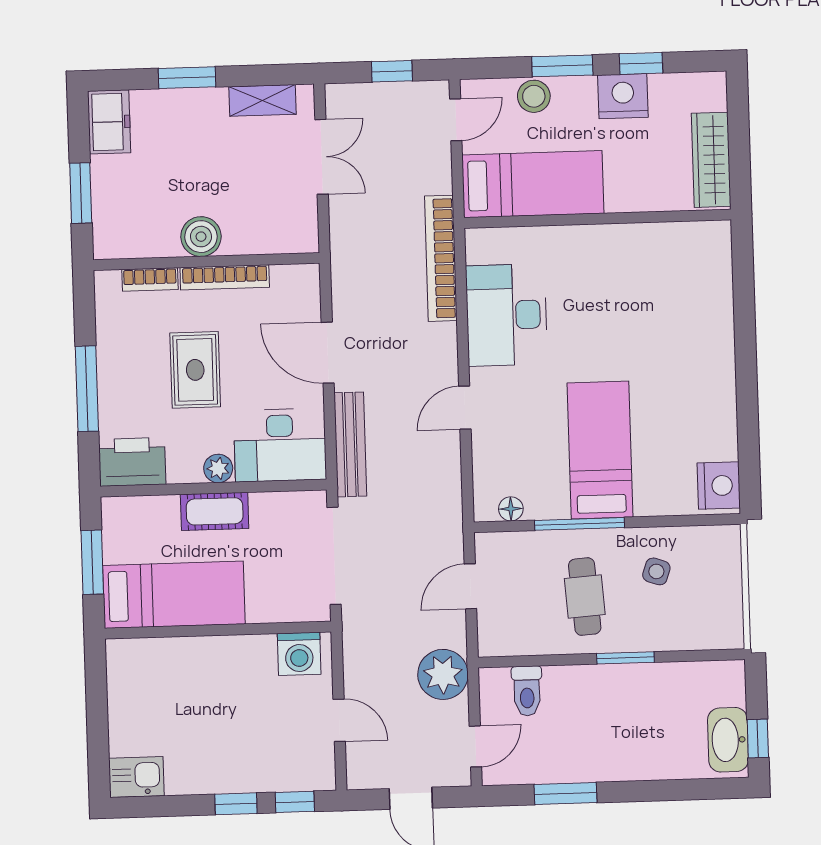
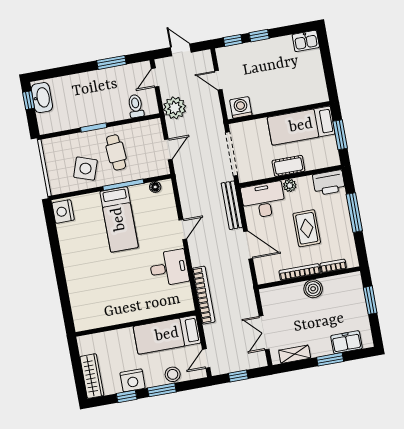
freezer: (109, 122) -> (346, 342), moved, turned 90
wardrobe: (711, 160) -> (92, 376), moved
desk: (507, 315) -> (169, 268), width x0.73
side table: (656, 571) -> (85, 169), width x1.87, depth x1.87

